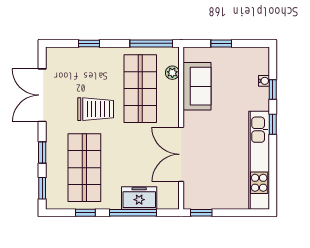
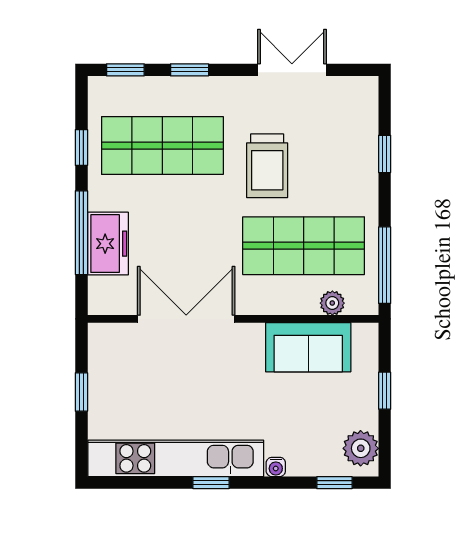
plant: (253, 57) -> (361, 448), added
water cooler: (264, 81) -> (276, 467), moved
window: (273, 89) -> (334, 483), moved
double door: (42, 95) -> (292, 70), width x0.73
window: (273, 124) -> (211, 483), moved
window: (201, 213) -> (81, 392), moved

